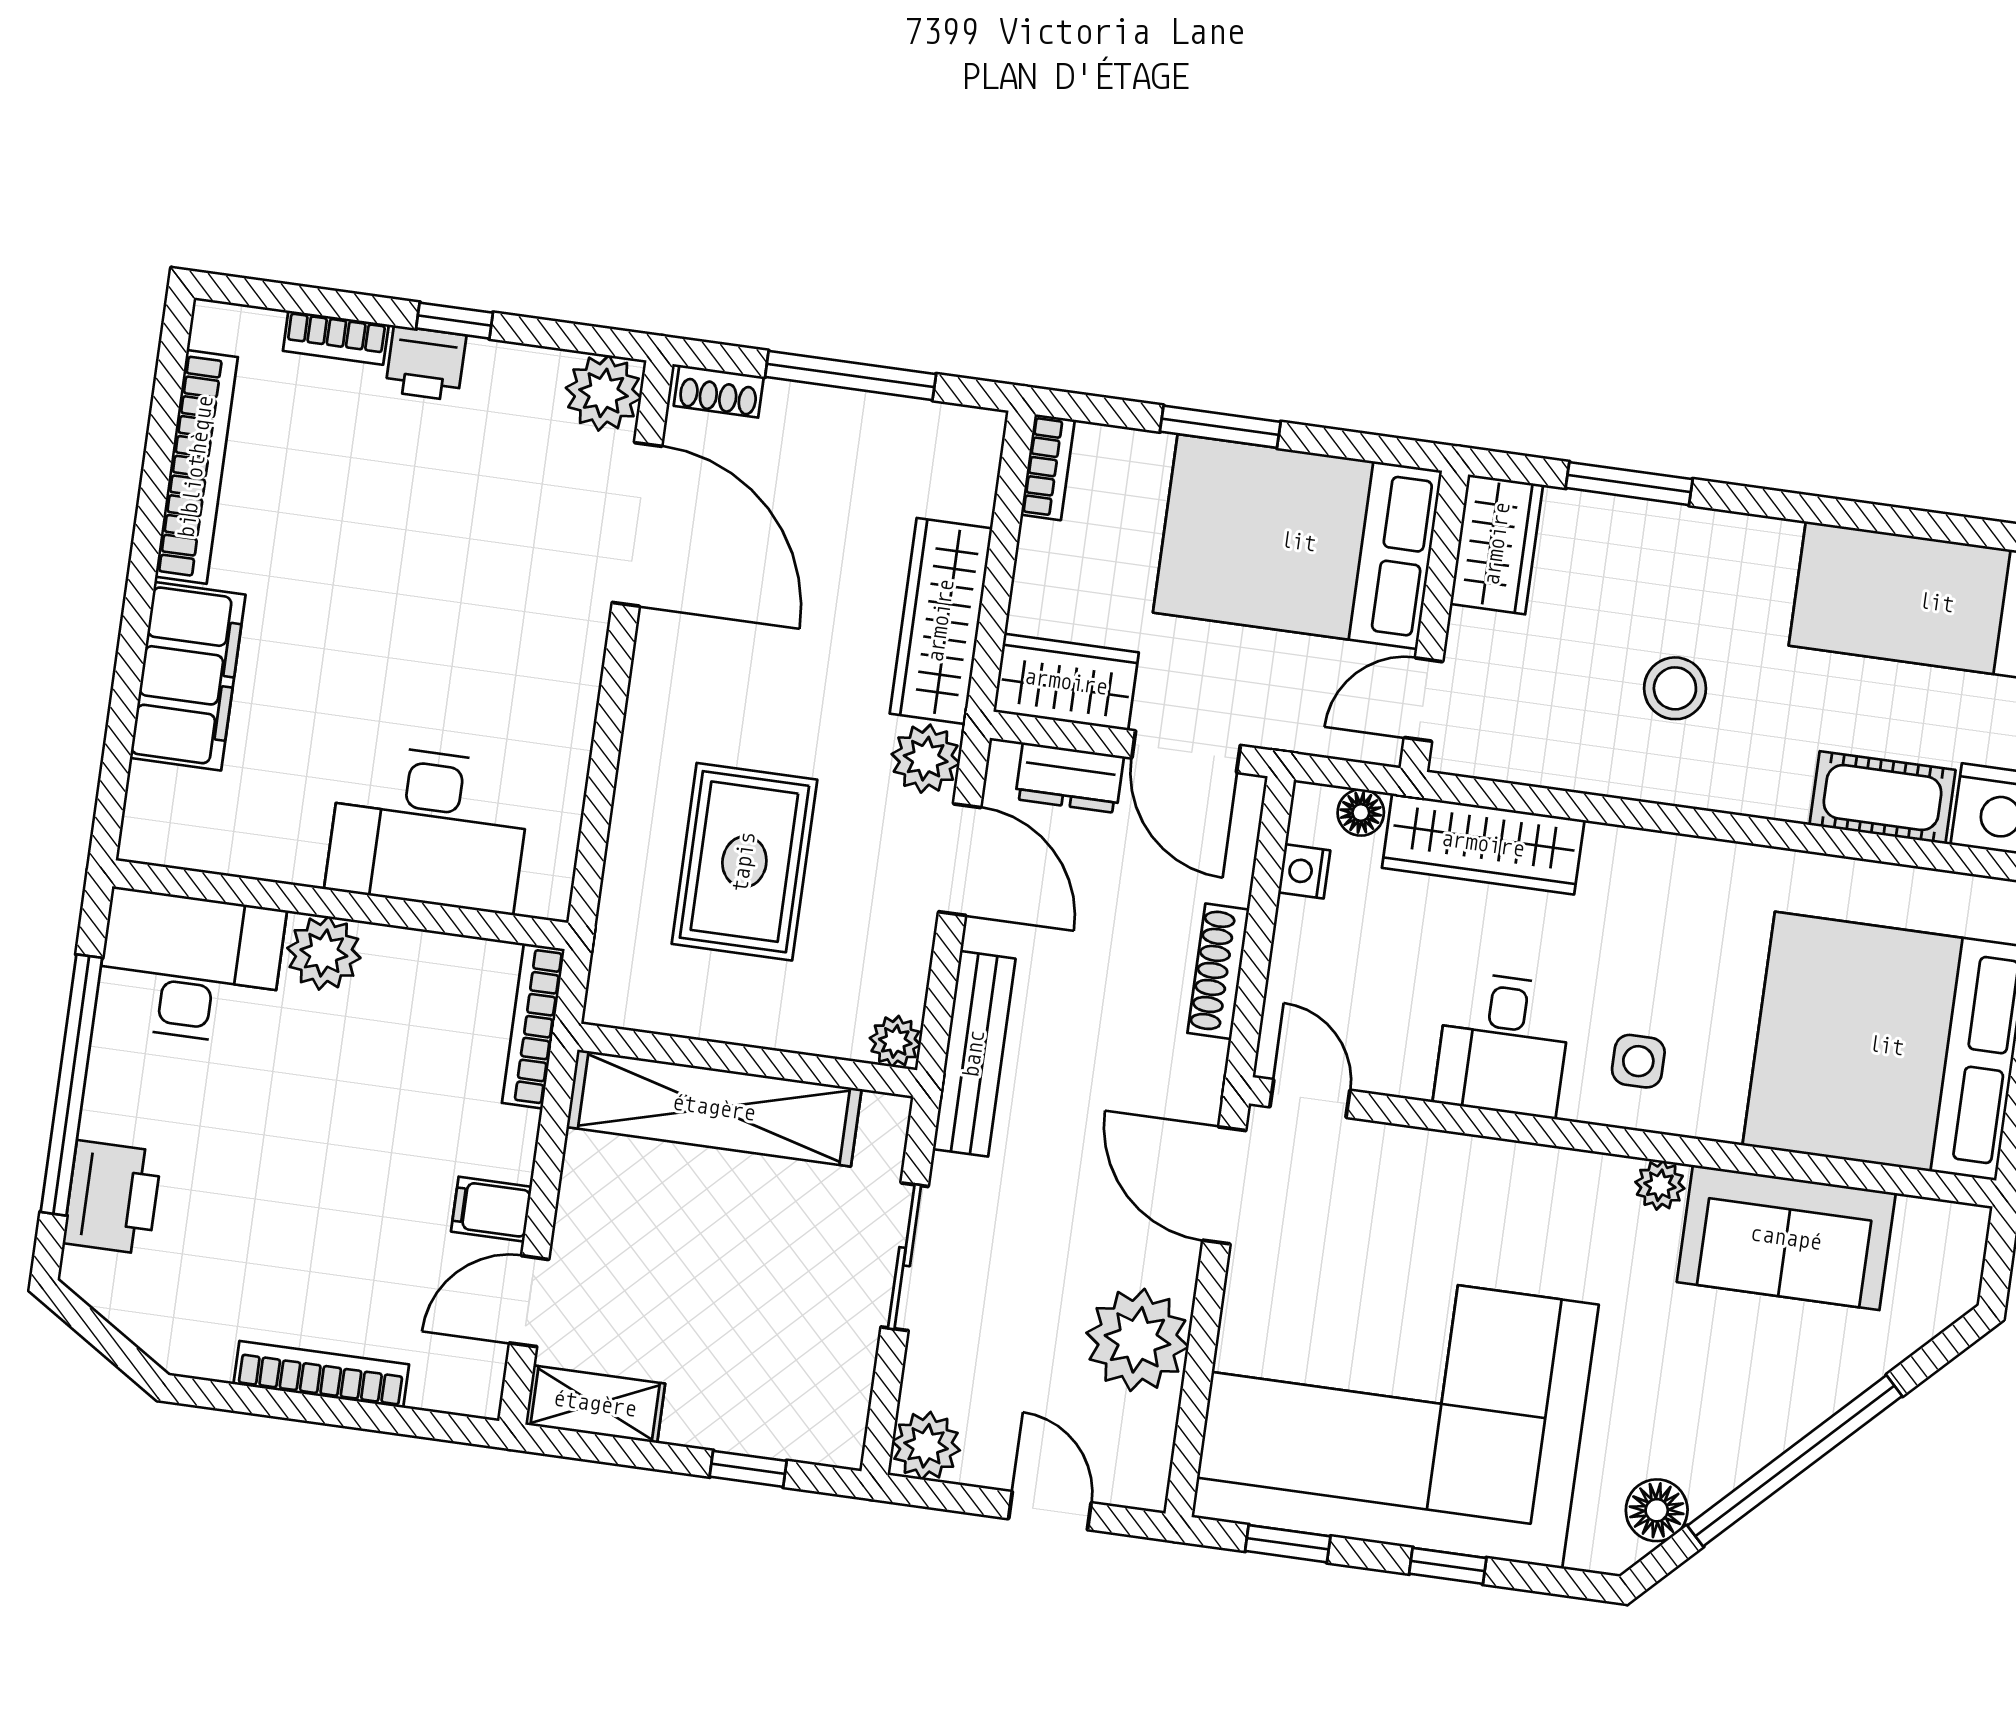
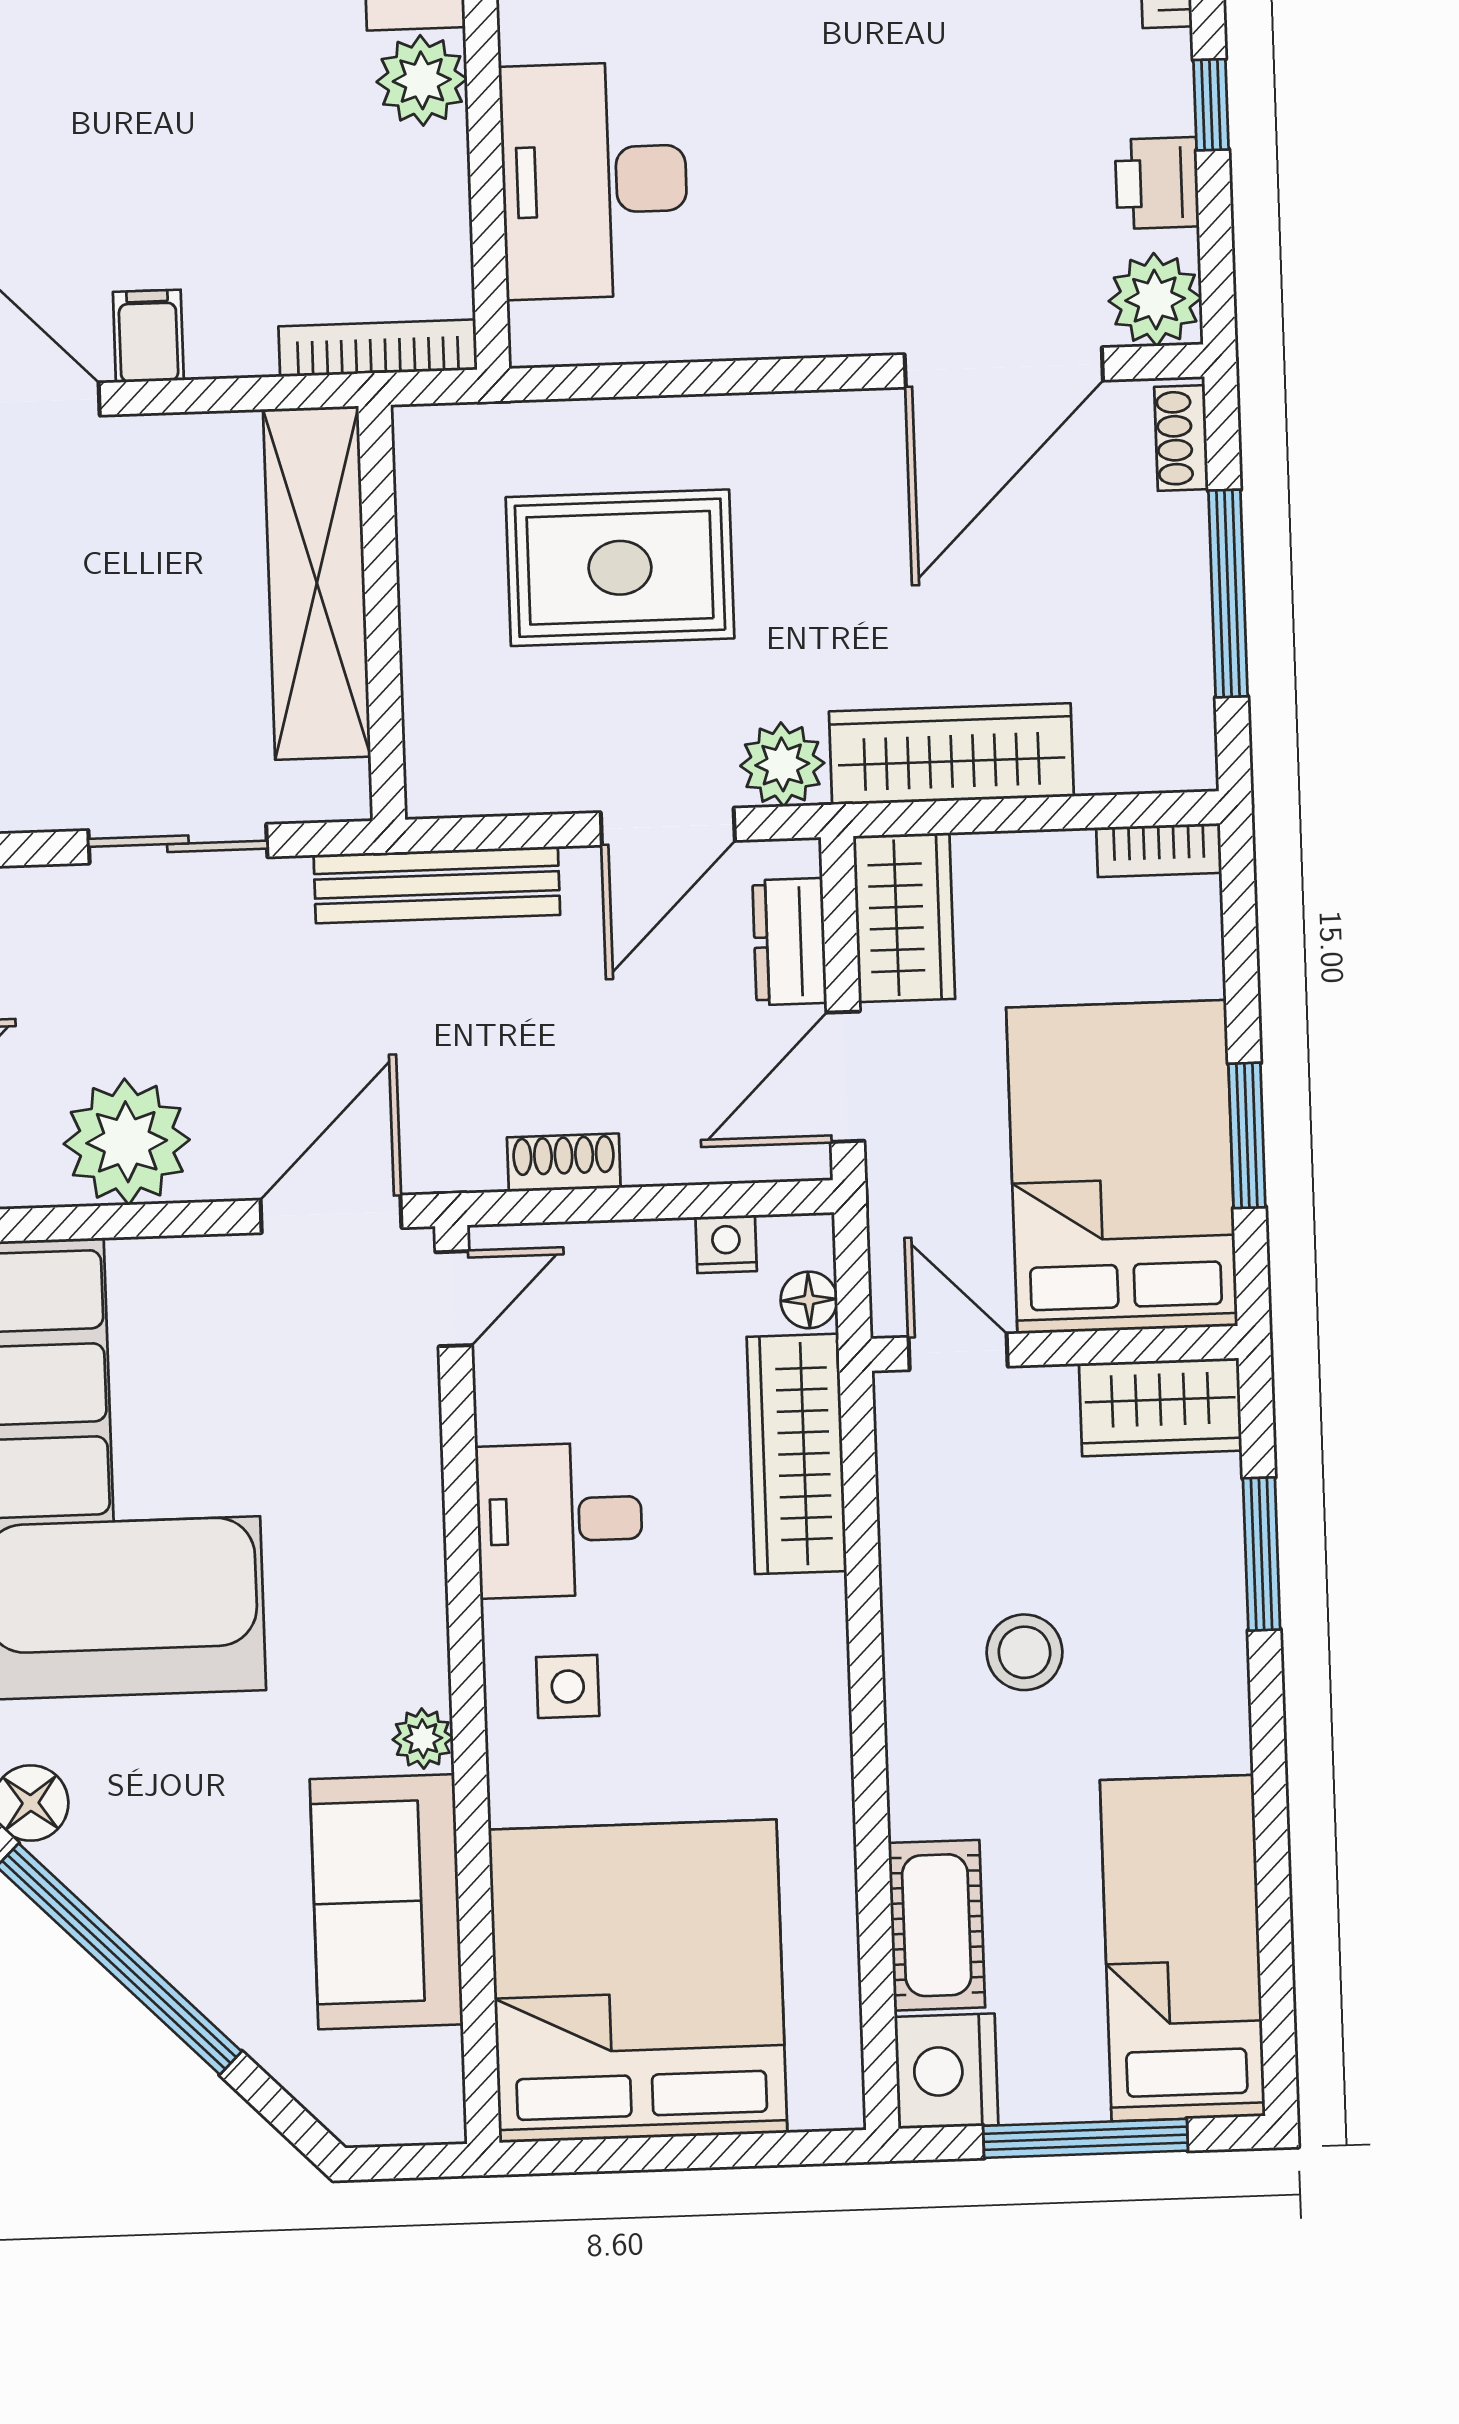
printer: (426, 363) -> (1157, 183), moved
window: (1220, 427) -> (1247, 1135), moved
shoe rack: (1218, 971) -> (564, 1163), width x0.70
plant: (895, 1041) -> (435, 787), removed

